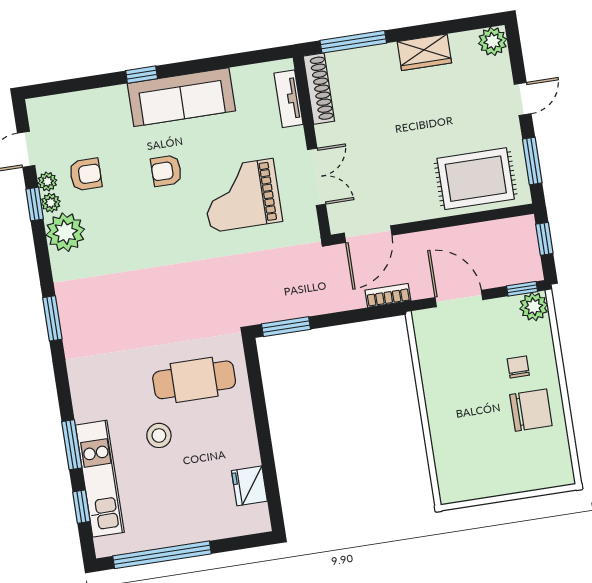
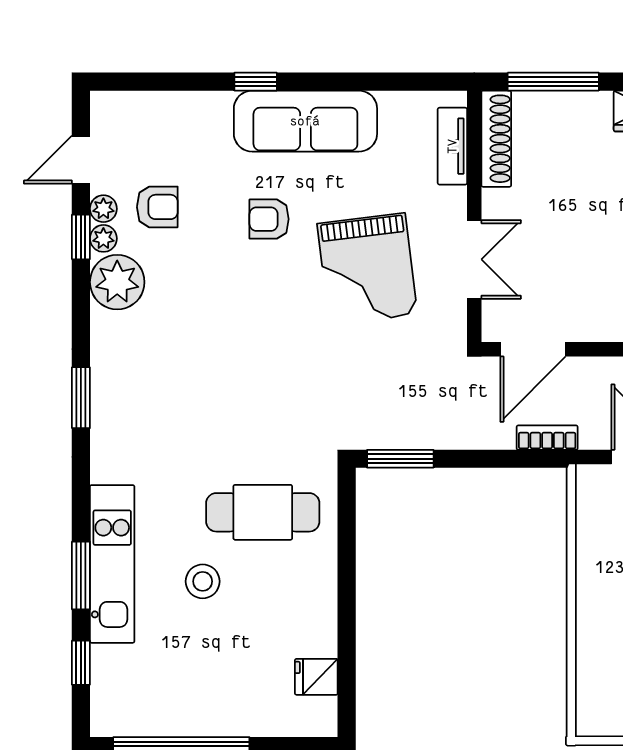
grand piano: (242, 195) -> (367, 269), turned -97
kitchen unit: (100, 479) -> (112, 564), moved
fridge: (249, 486) -> (316, 677), width x0.72

